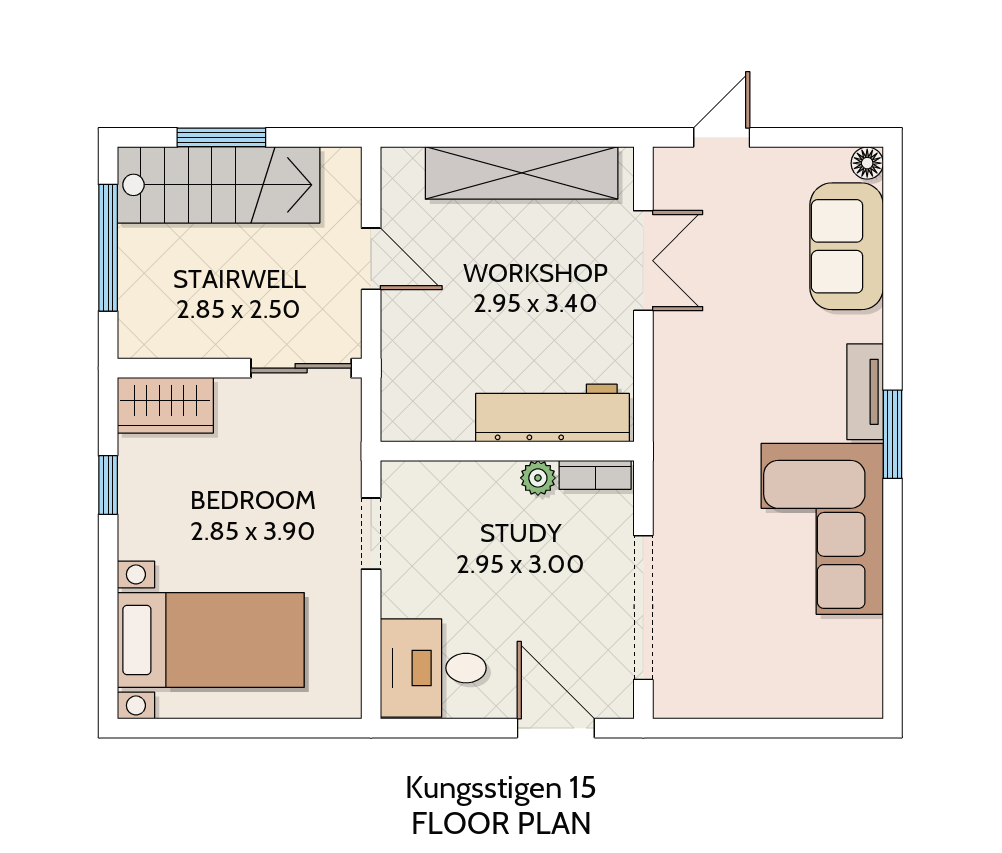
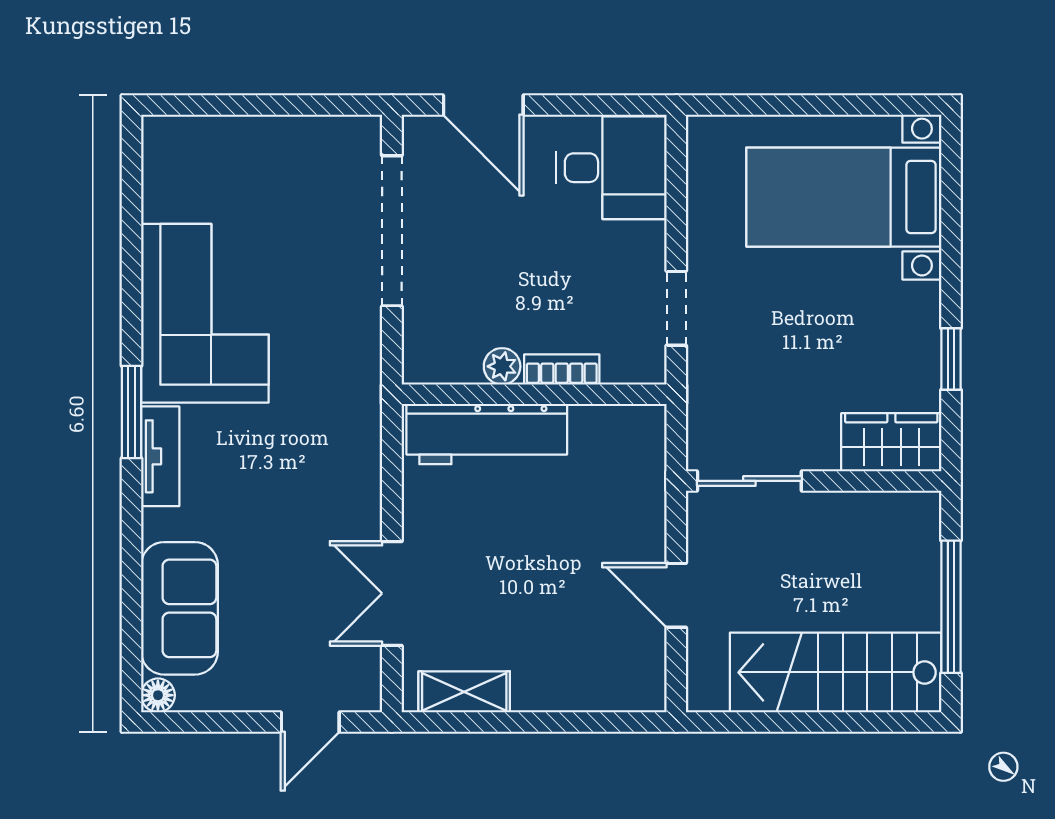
window: (221, 137) -> (833, 722), removed
shelving: (522, 173) -> (464, 692), width x0.45, depth x0.75
bookcase: (595, 475) -> (562, 370), moved

